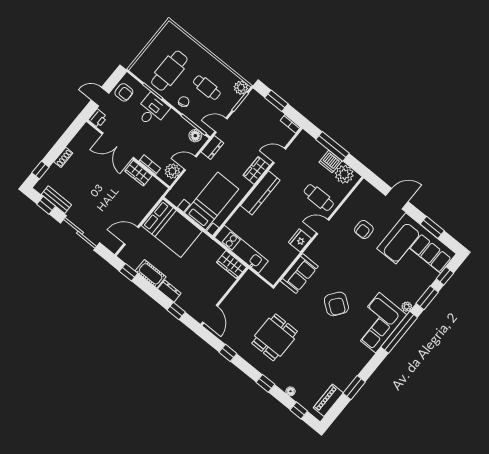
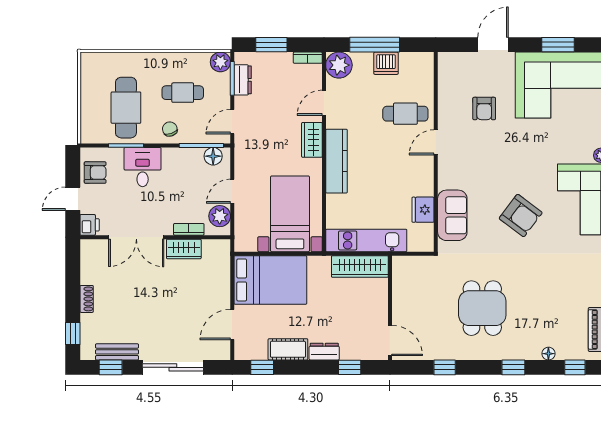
dresser: (212, 147) -> (243, 80), moved
plant: (344, 174) -> (339, 65), moved
fridge: (300, 240) -> (423, 210), moved
wardrobe: (231, 265) -> (360, 266), width x1.50

